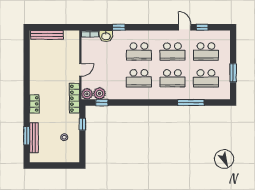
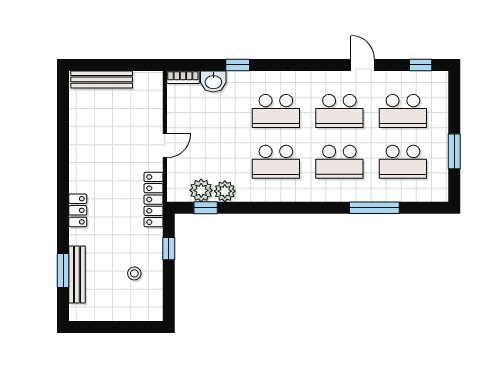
window: (202, 27) -> (421, 65), moved
plant: (87, 94) -> (225, 191), moved

